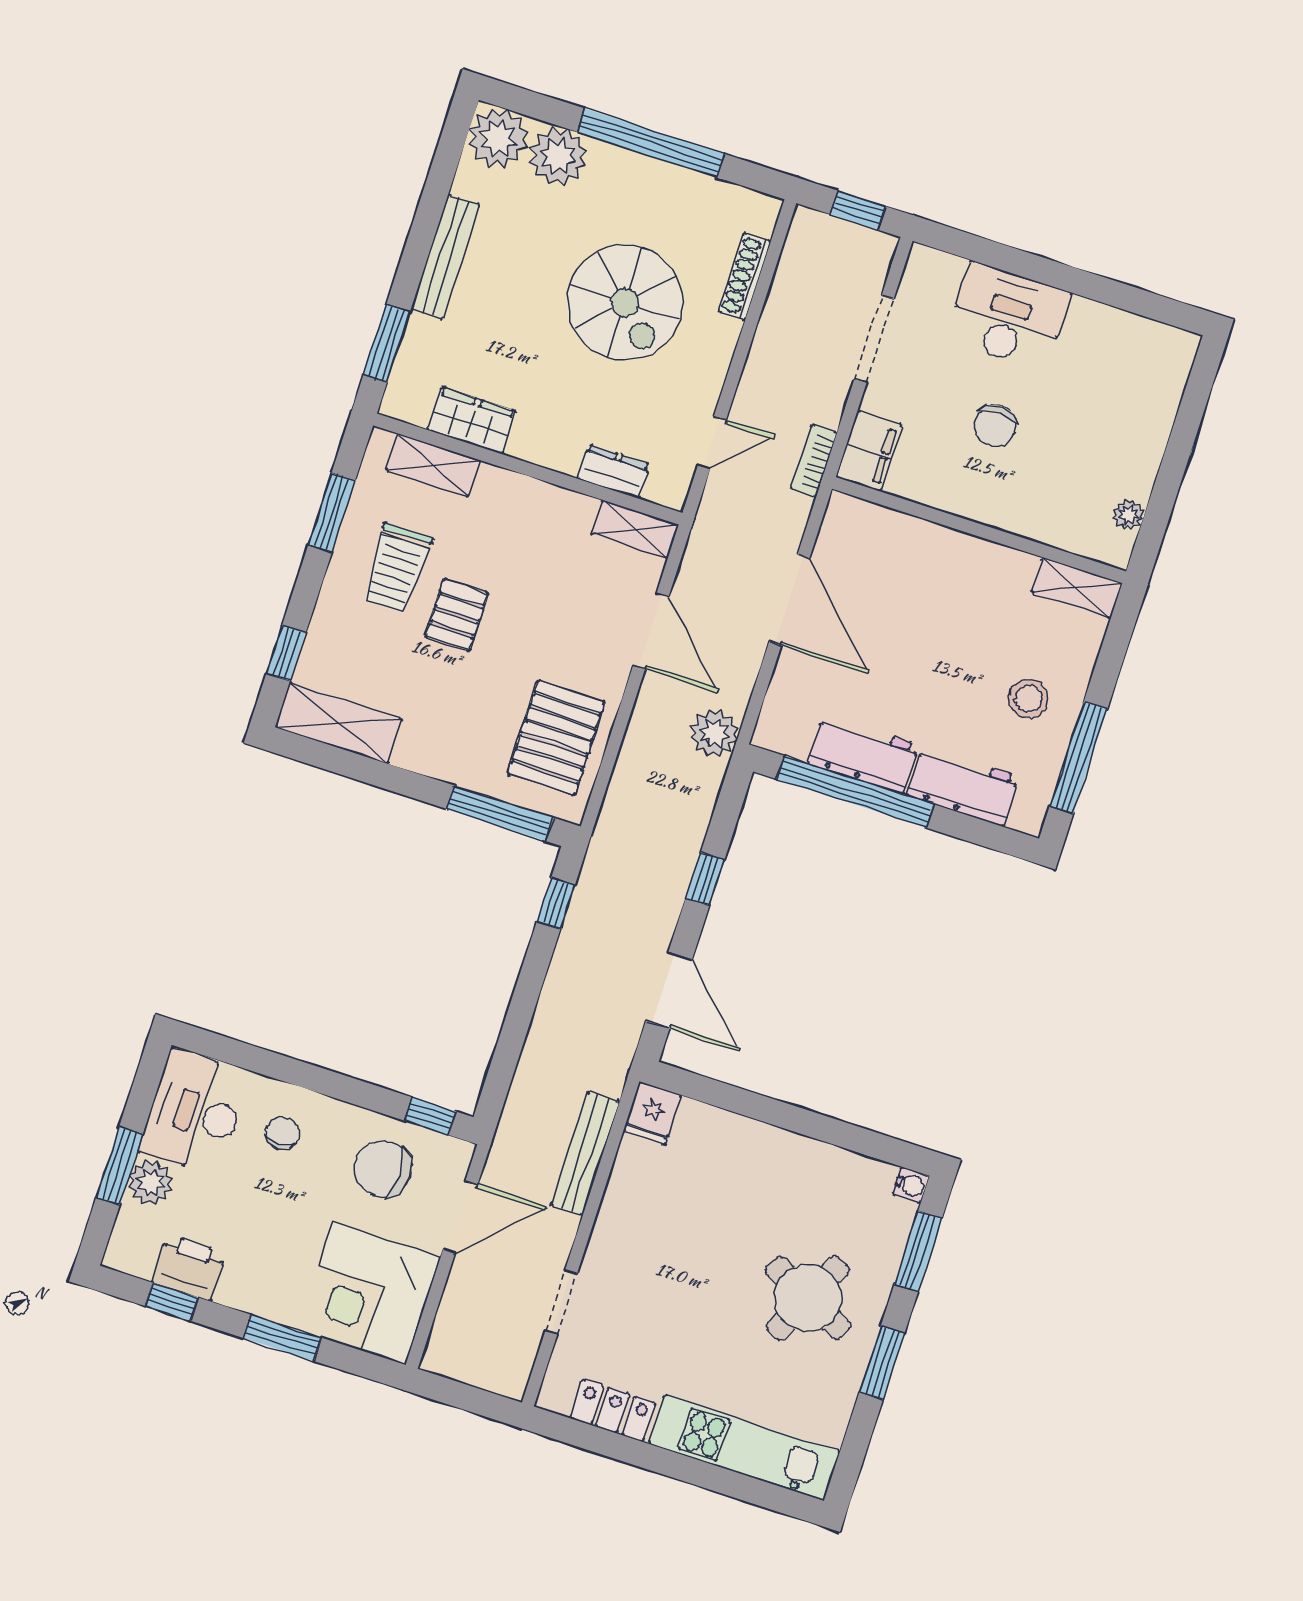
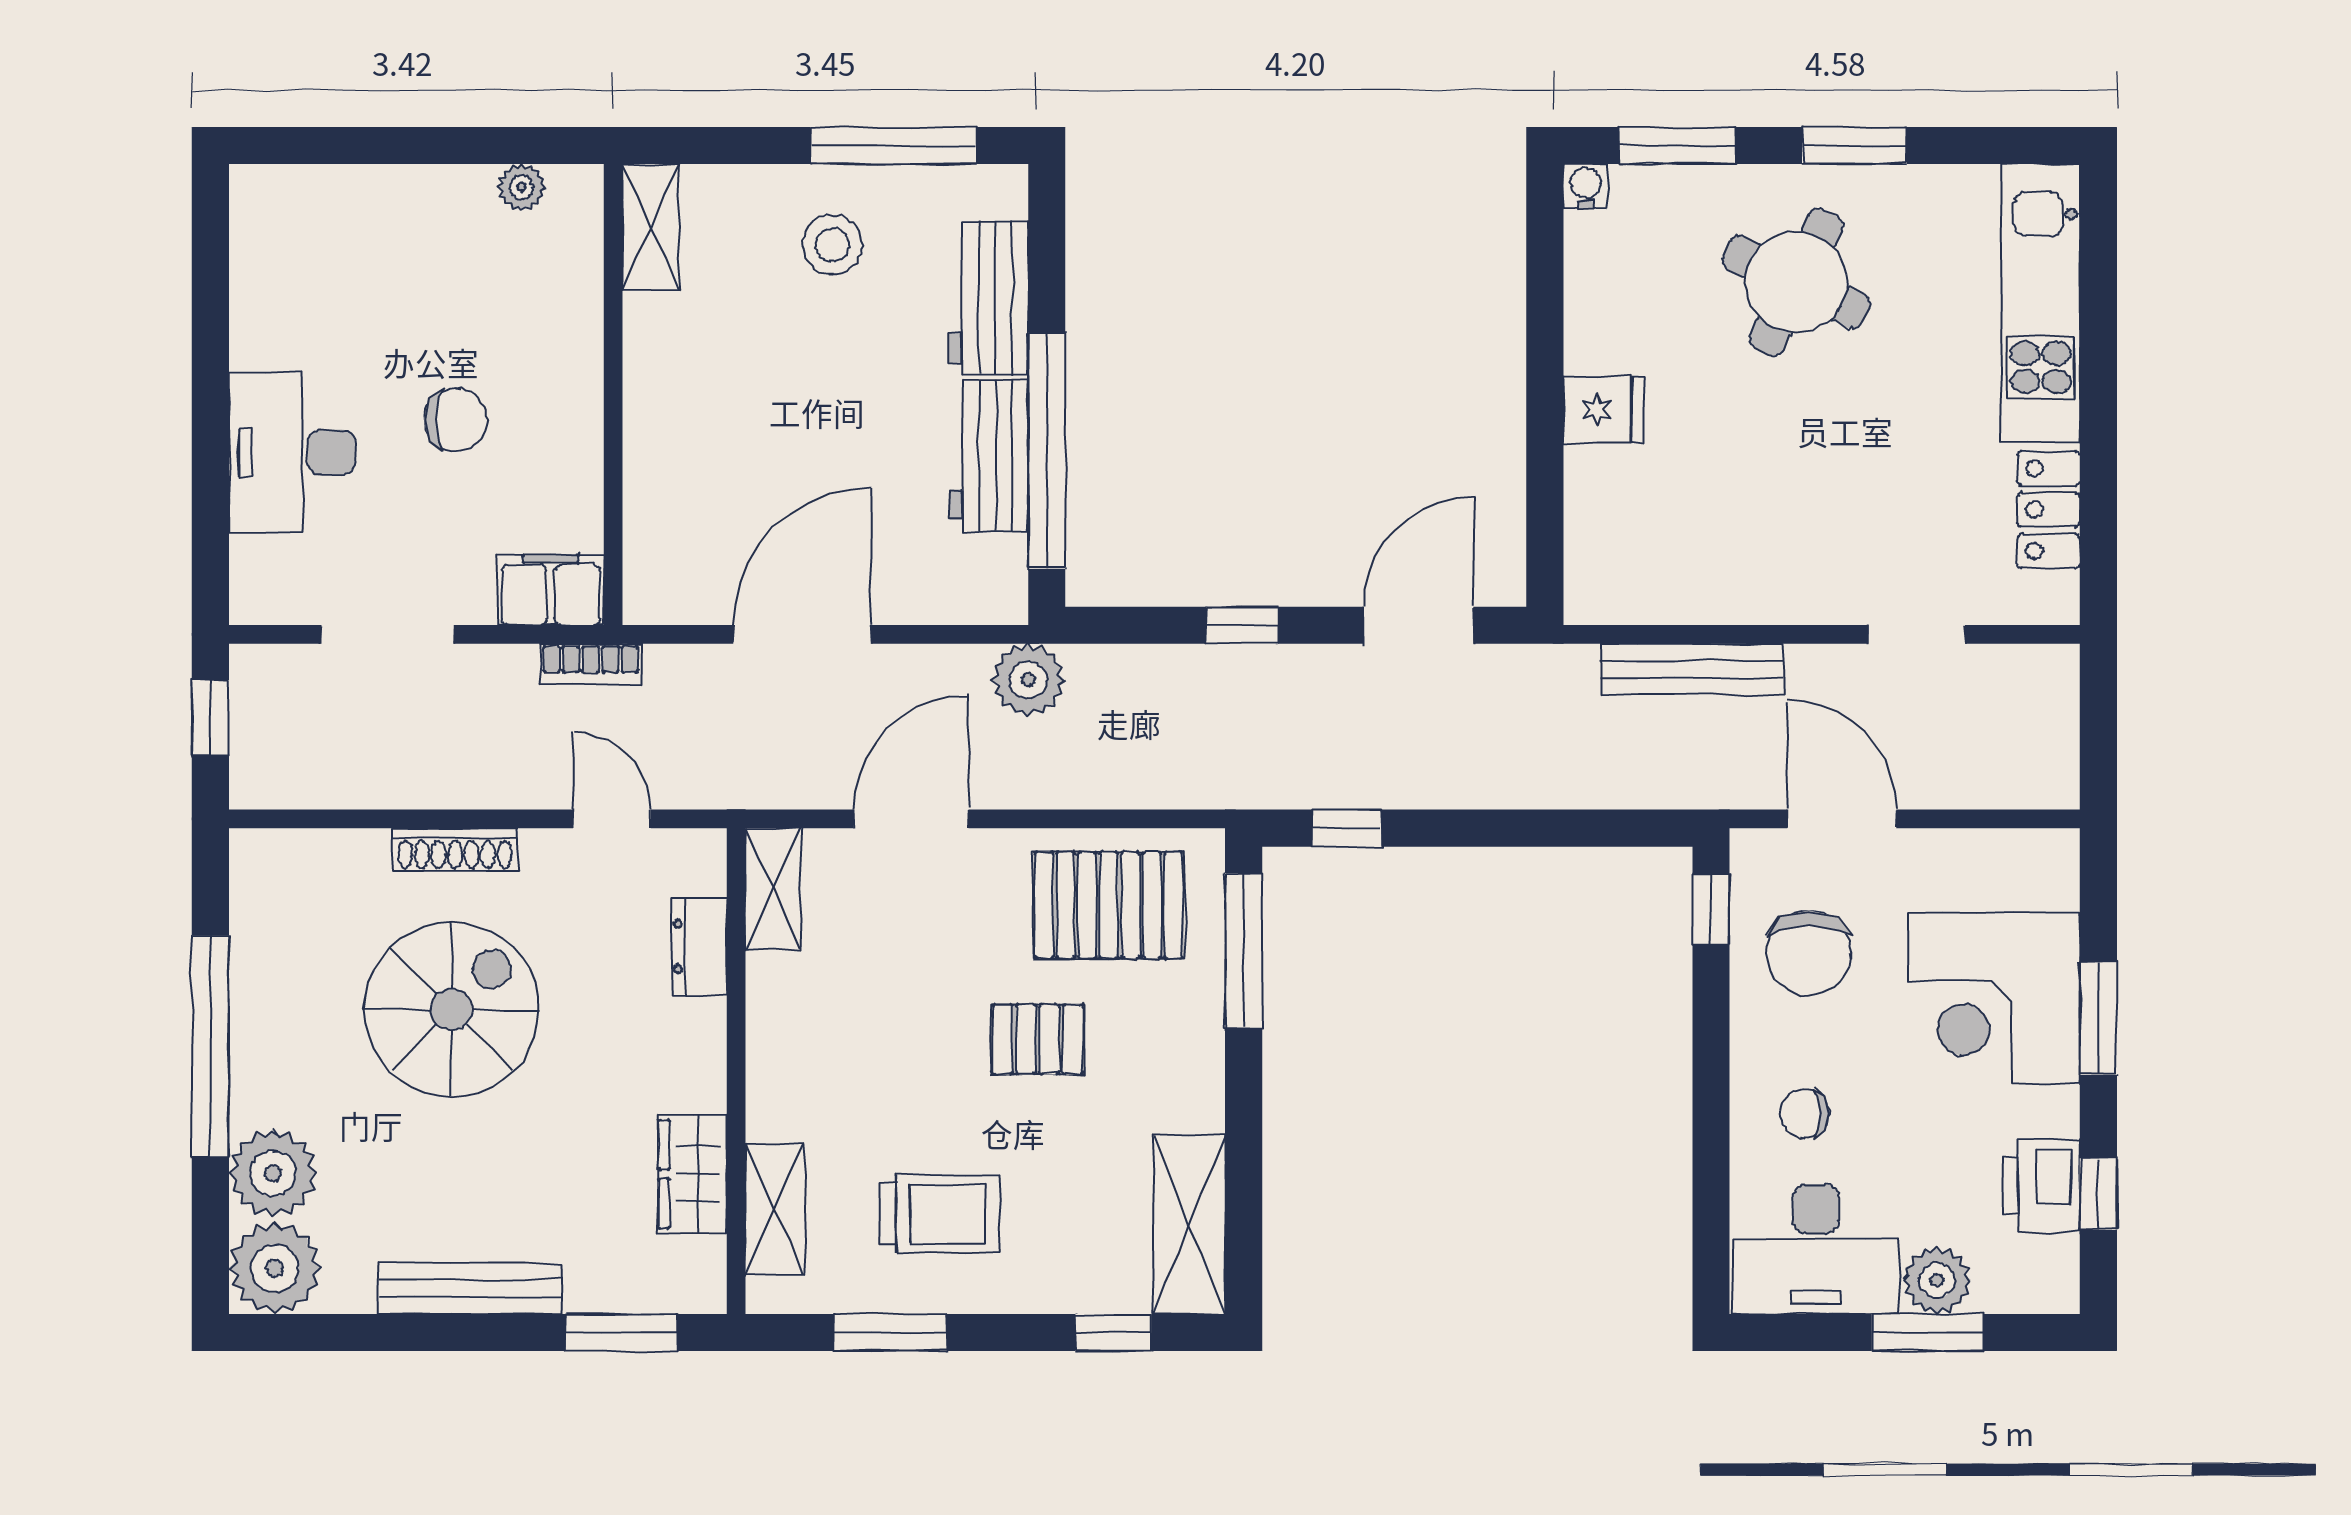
shoe rack: (745, 276) -> (455, 850), moved
pallet: (457, 615) -> (1038, 1039), moved
fridge: (652, 1113) -> (1603, 410), moved
corner desk: (369, 1293) -> (1994, 999), moved, turned 90

